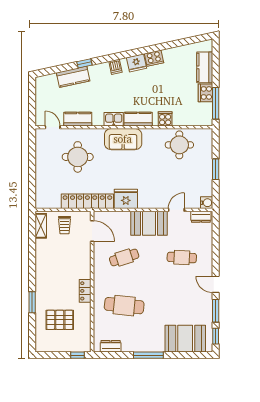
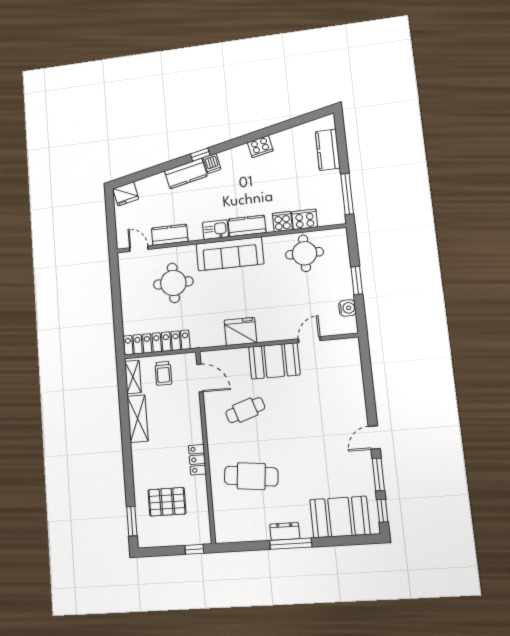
window: (84, 63) -> (200, 155), moved
fridge: (136, 63) -> (126, 194), moved
kitchen counter: (73, 77) -> (186, 173), moved
cooker: (205, 93) -> (305, 219), moved, turned 90
sofa: (123, 139) -> (230, 254), width x1.36
locker: (87, 201) -> (157, 342), moved
water cooler: (207, 203) -> (347, 308), moved
dresser: (201, 217) -> (344, 346), removed
shelving: (42, 257) -> (138, 419), added
cafe table: (182, 257) -> (323, 404), removed
door: (216, 284) -> (374, 437), hinge flipped
window: (32, 302) -> (132, 521), moved
dresser: (111, 346) -> (285, 531), moved

